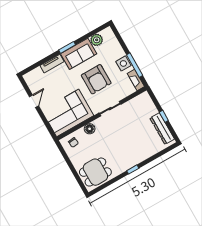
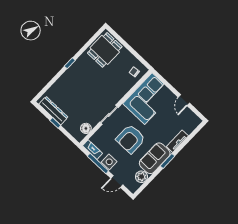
door: (122, 42) -> (117, 181), added
armchair: (96, 79) -> (131, 139), turned -90
floor lamp: (90, 129) -> (86, 128), moved

